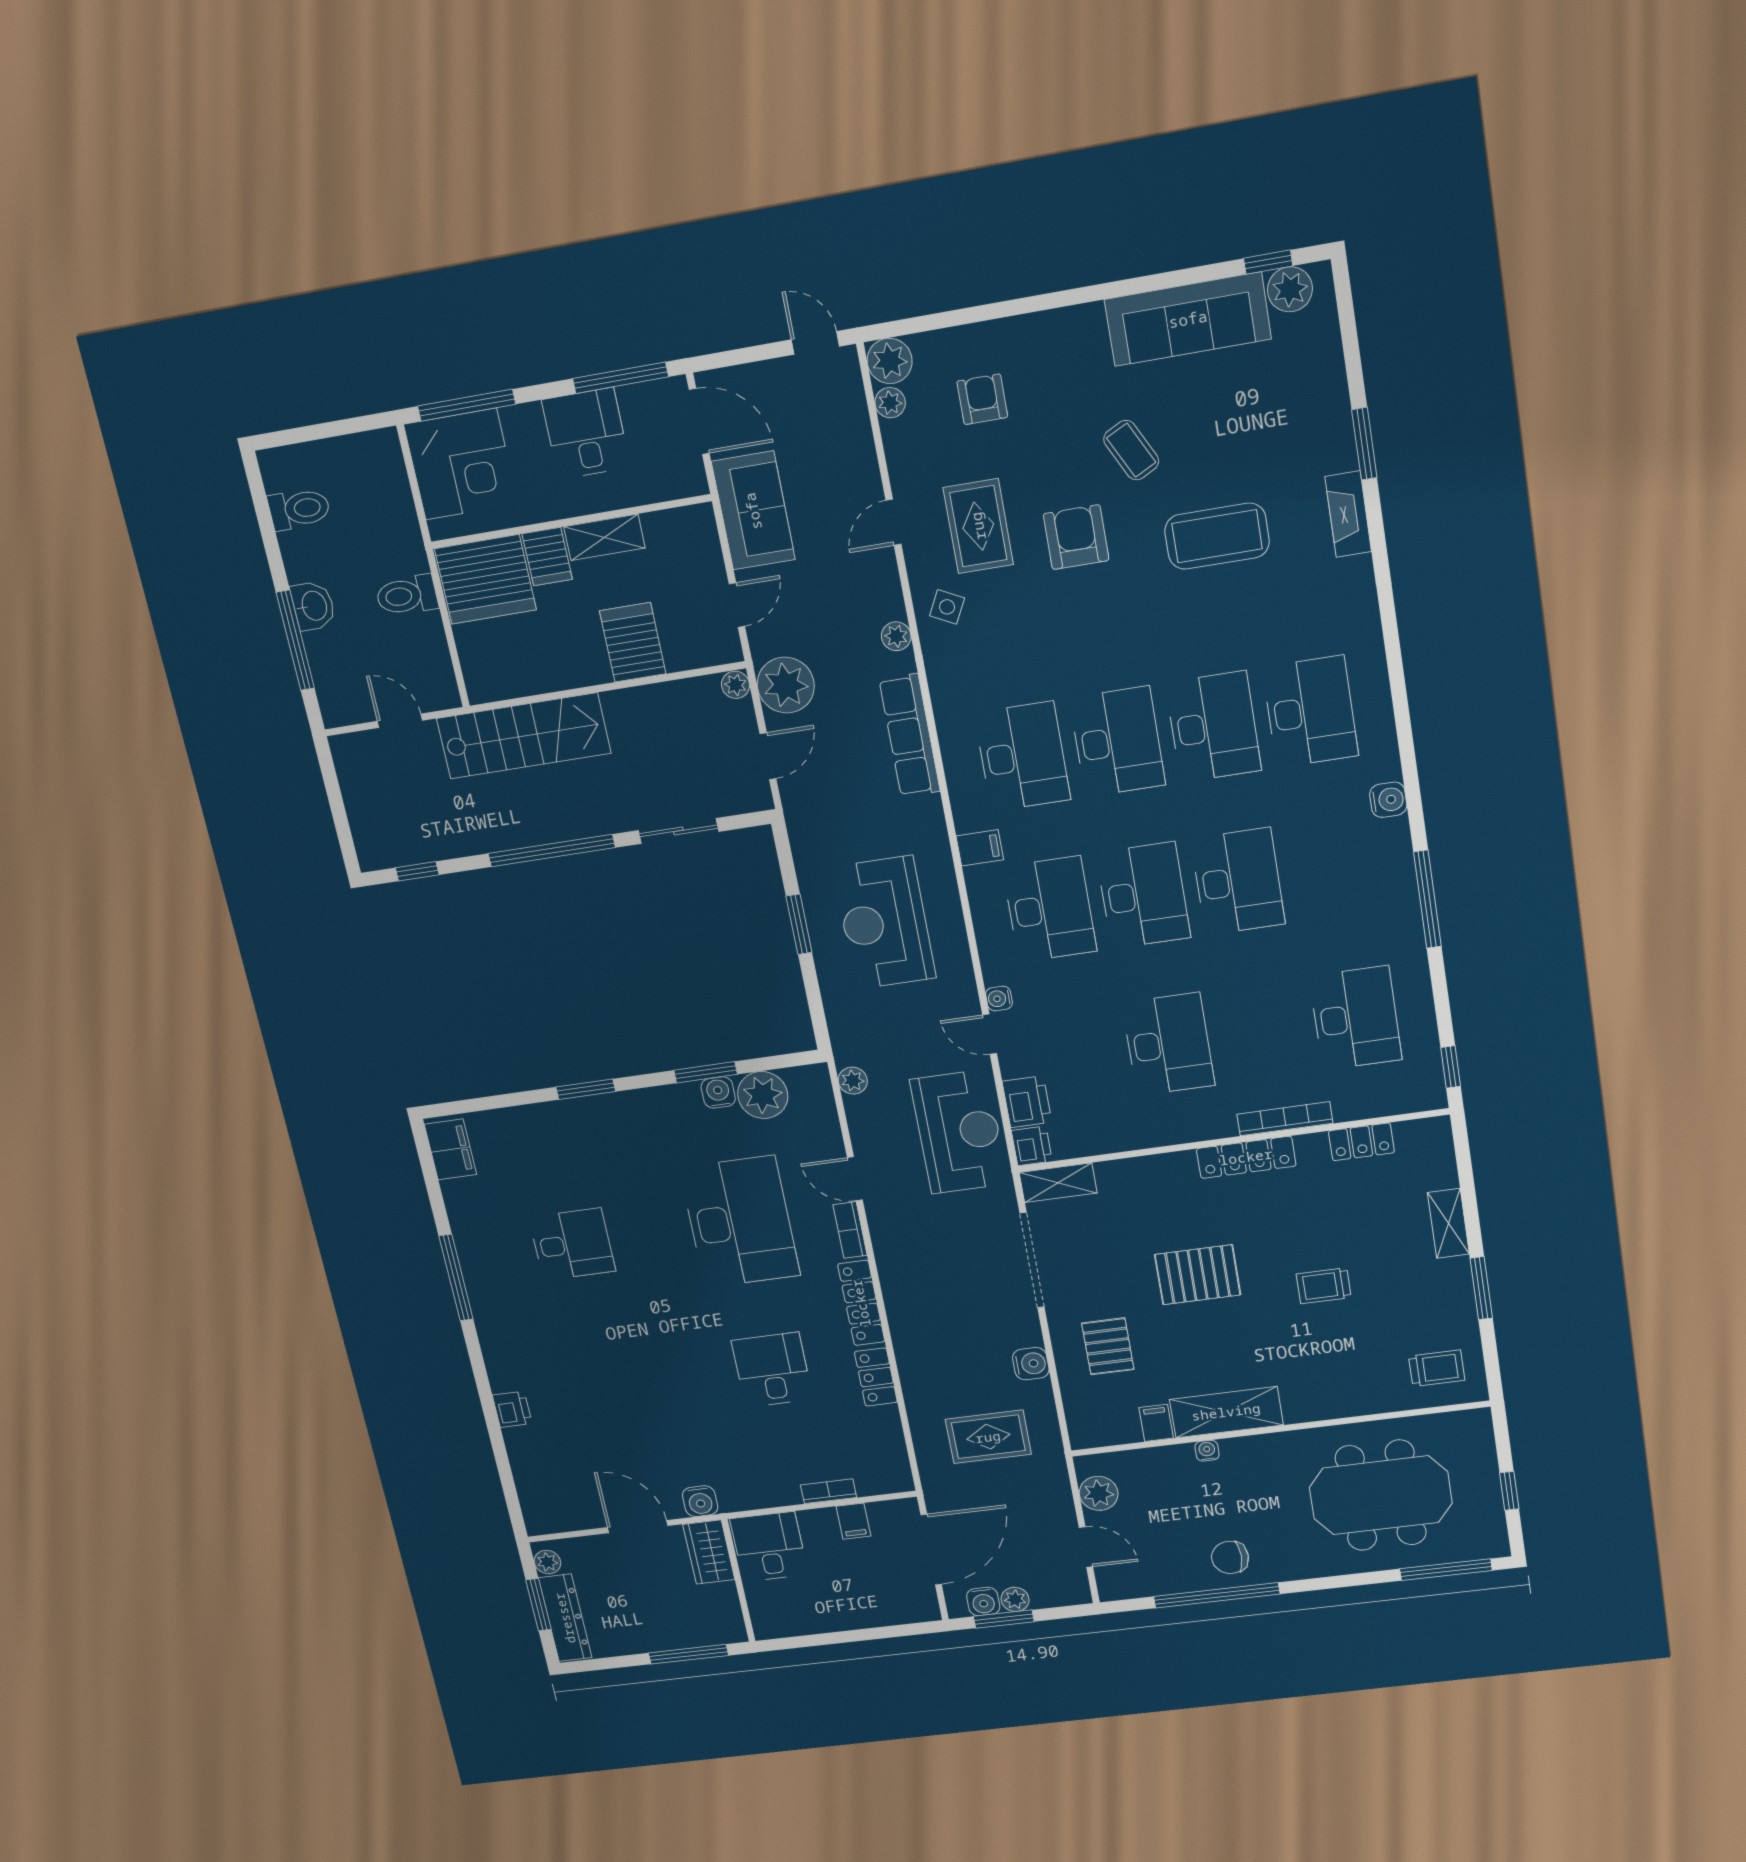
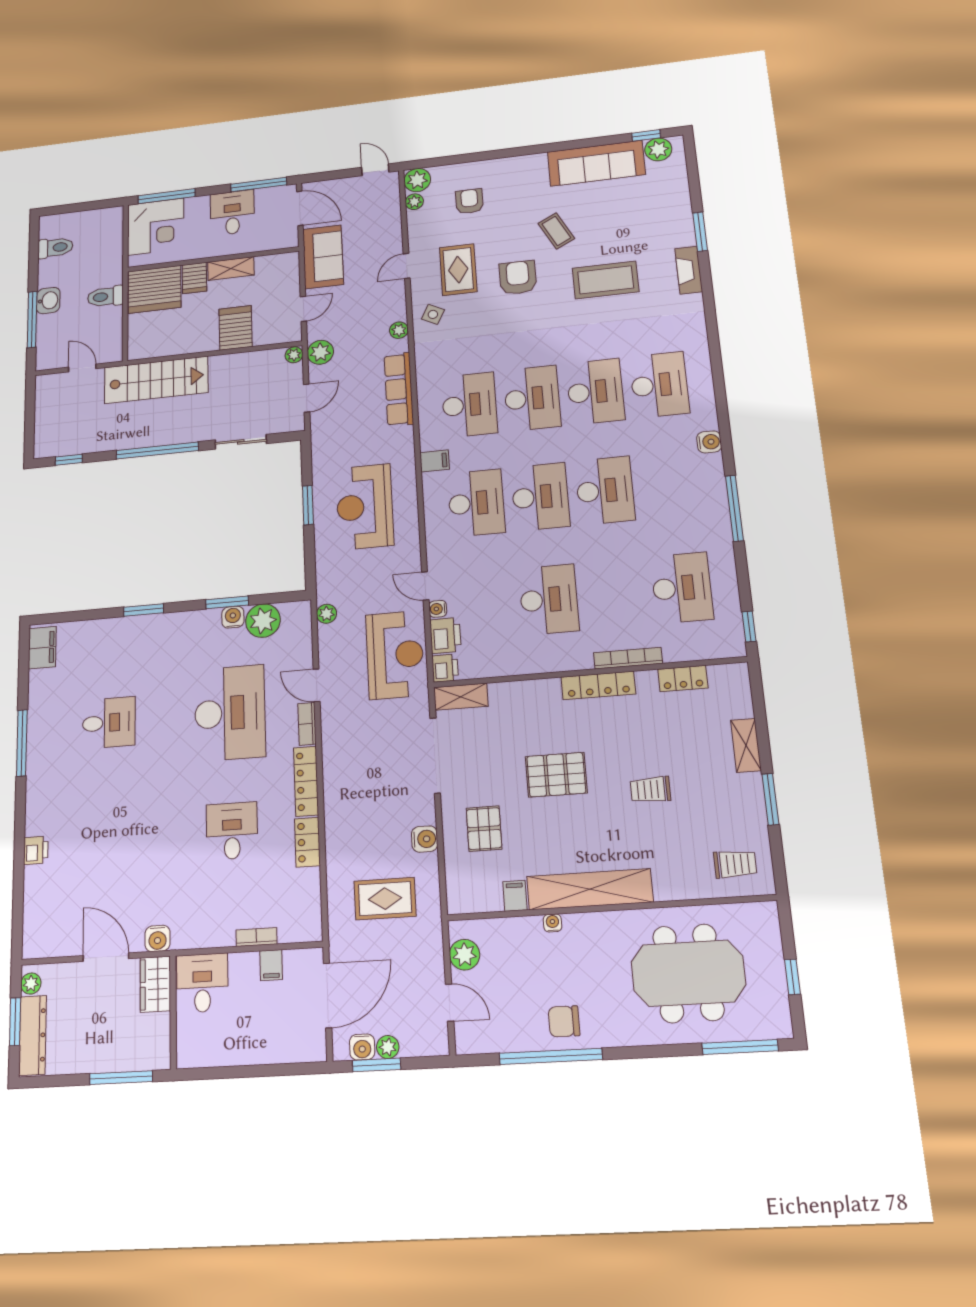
plant: (786, 685) -> (320, 352), width x0.73, depth x0.73
water cooler: (999, 998) -> (438, 609), moved
shelving: (1226, 1412) -> (590, 889), width x1.47

